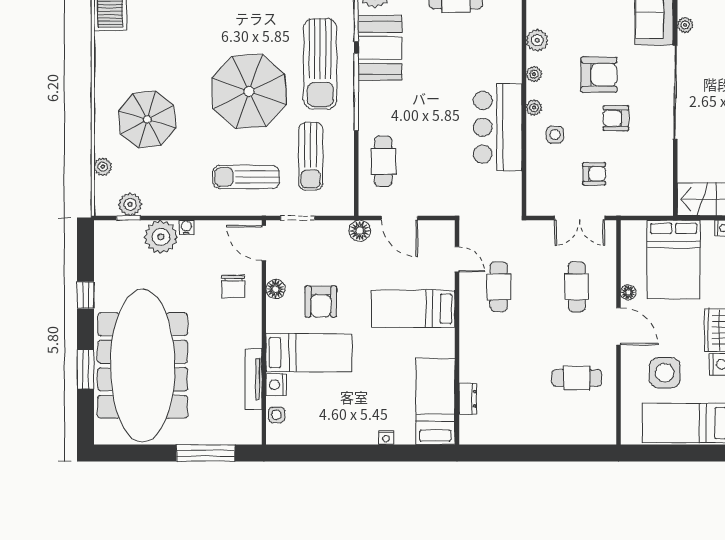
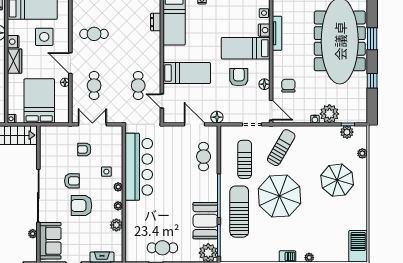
bar counter: (498, 127) -> (139, 167), width x1.36
sun lounger: (246, 177) -> (281, 148), turned -60

